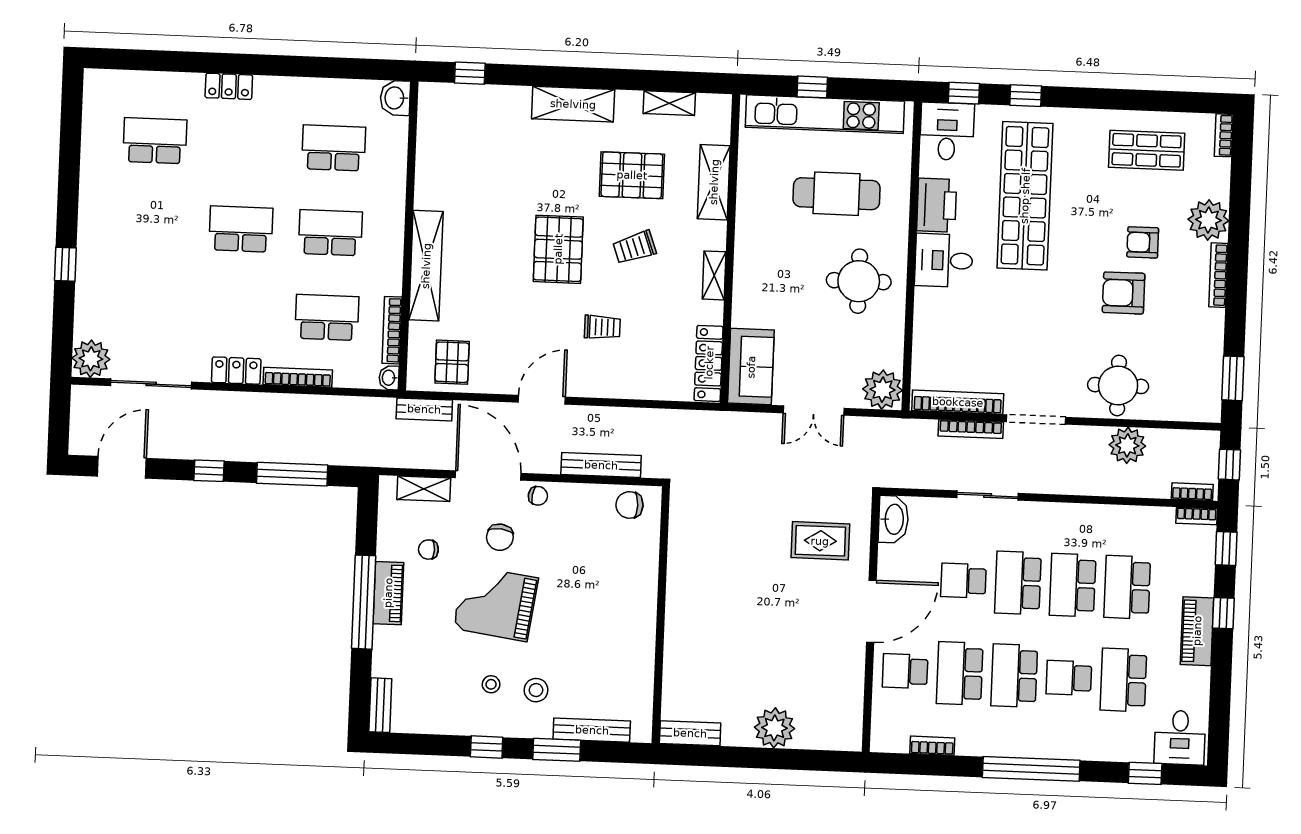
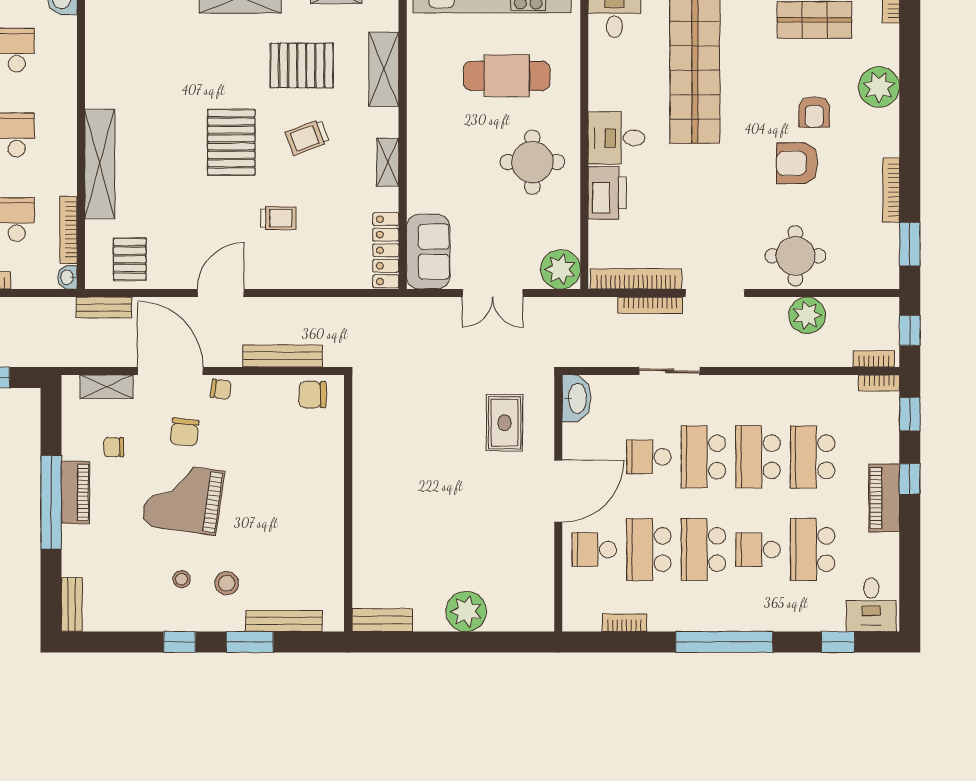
printer: (937, 205) -> (607, 193), moved
armchair: (1143, 242) -> (814, 112), turned -90
bookcase: (1218, 275) -> (891, 190), moved
rug: (820, 541) -> (505, 423), turned 90

